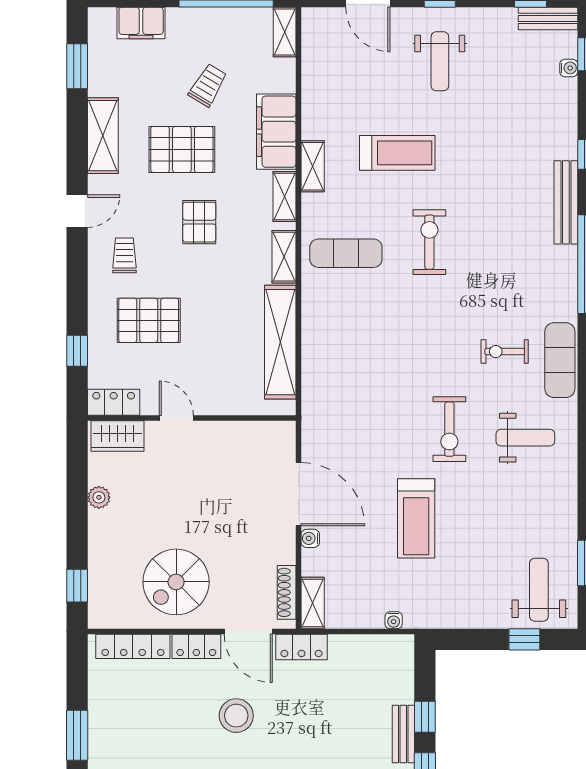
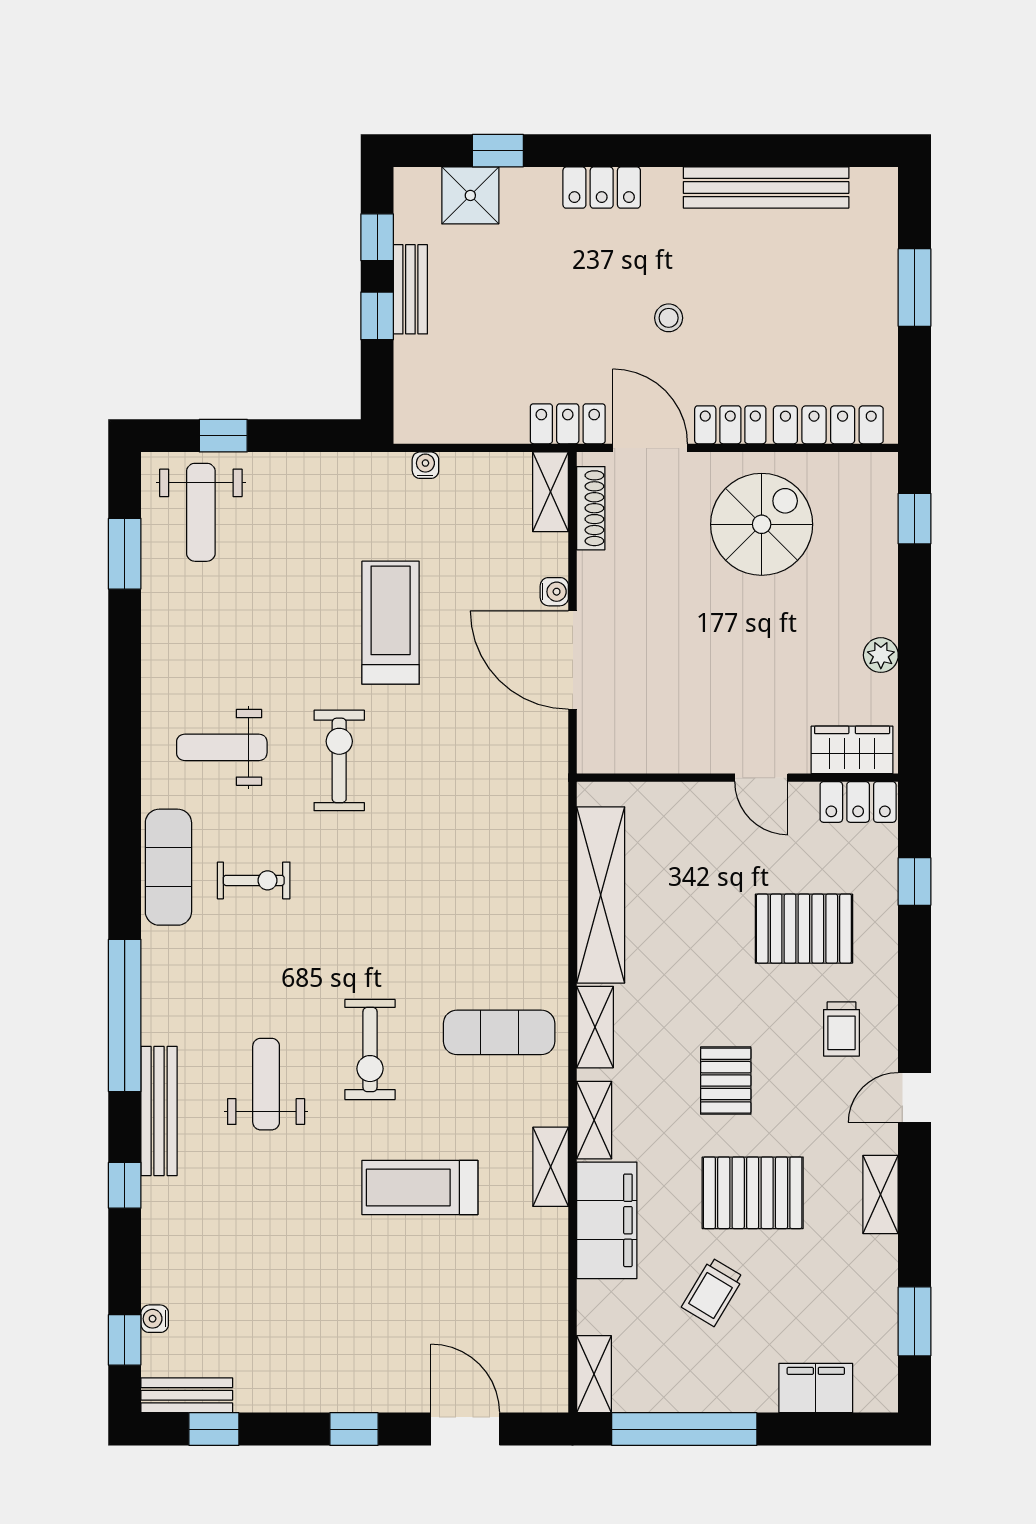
weight bench: (440, 61) -> (266, 1084), moved
shelving: (103, 136) -> (881, 1194), width x0.67, depth x0.75
stool: (236, 716) -> (669, 318), width x0.53, depth x0.53

